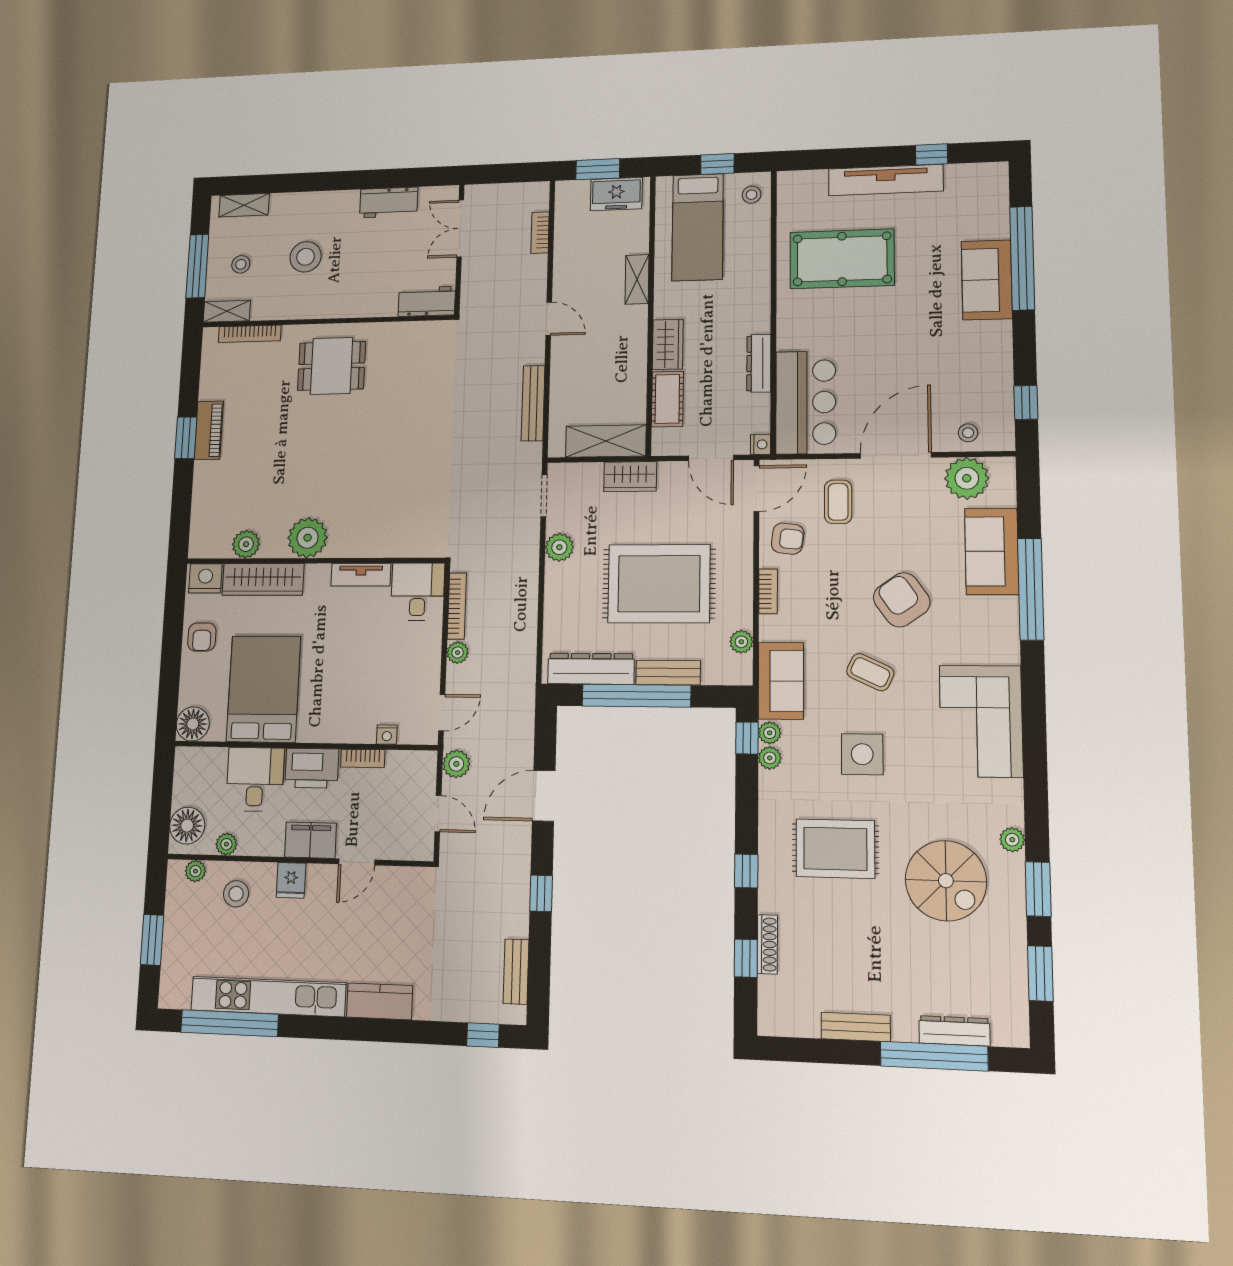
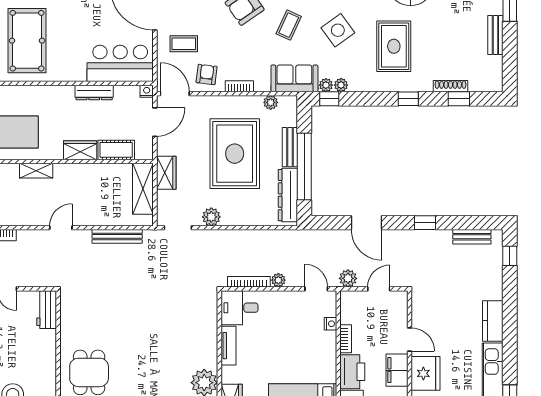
side table: (862, 754) -> (338, 30), turned -36
fridge: (291, 880) -> (426, 373), width x1.88, depth x1.34

